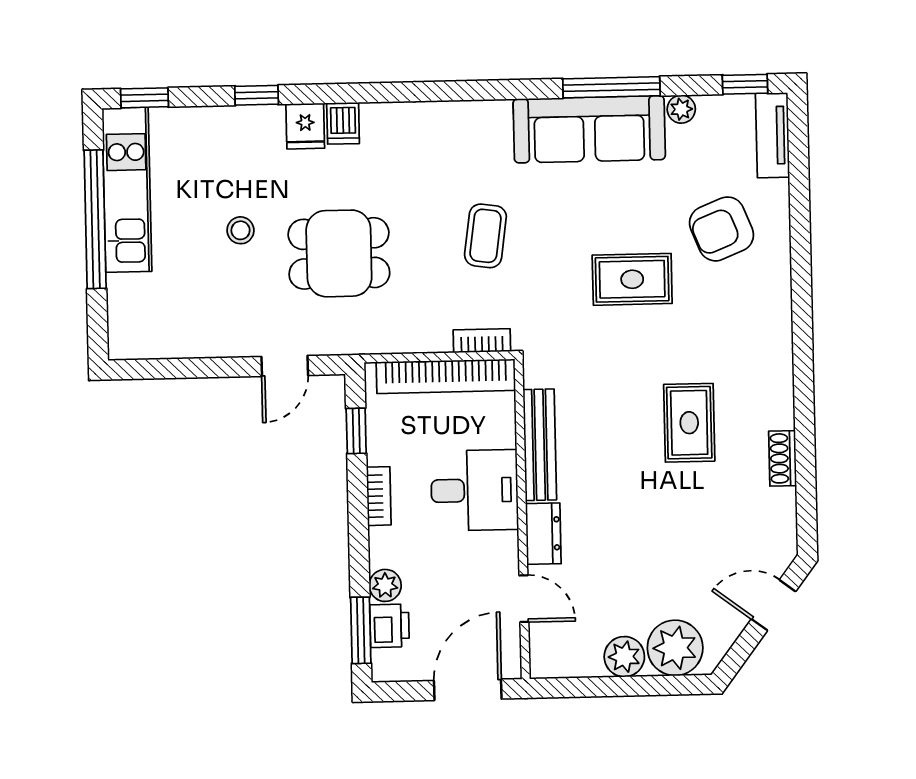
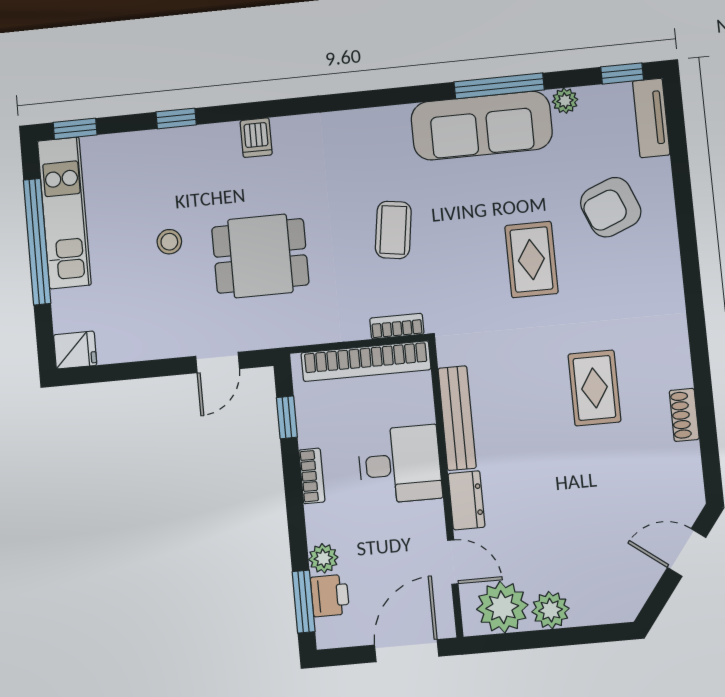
fridge: (305, 126) -> (75, 350), moved, turned -90
rug: (632, 279) -> (531, 260), turned 90
plant: (675, 648) -> (502, 607), moved

